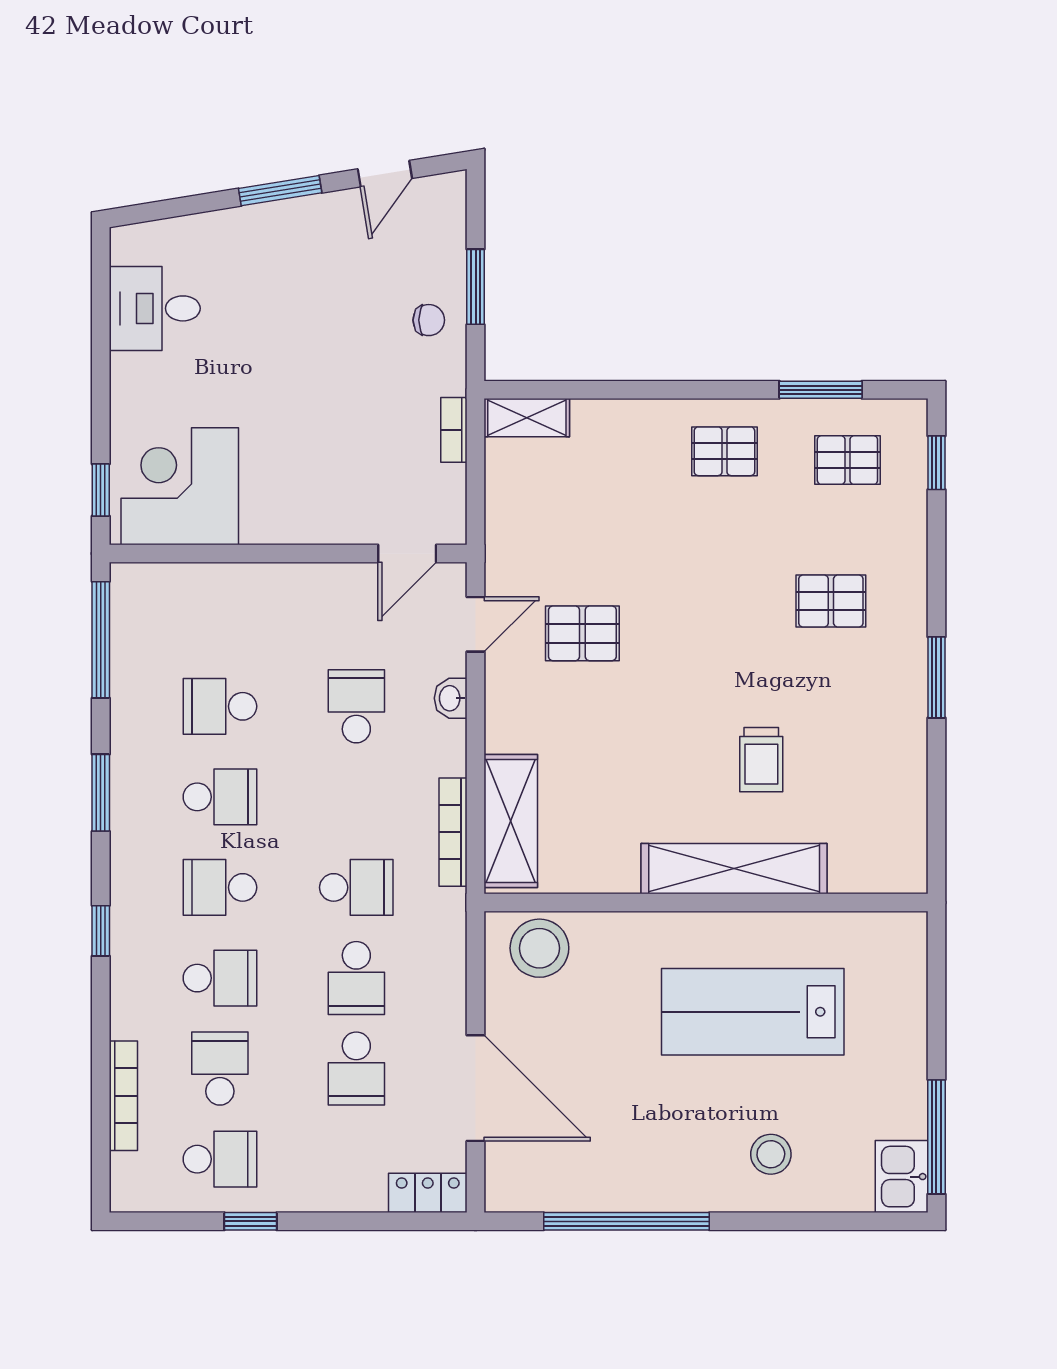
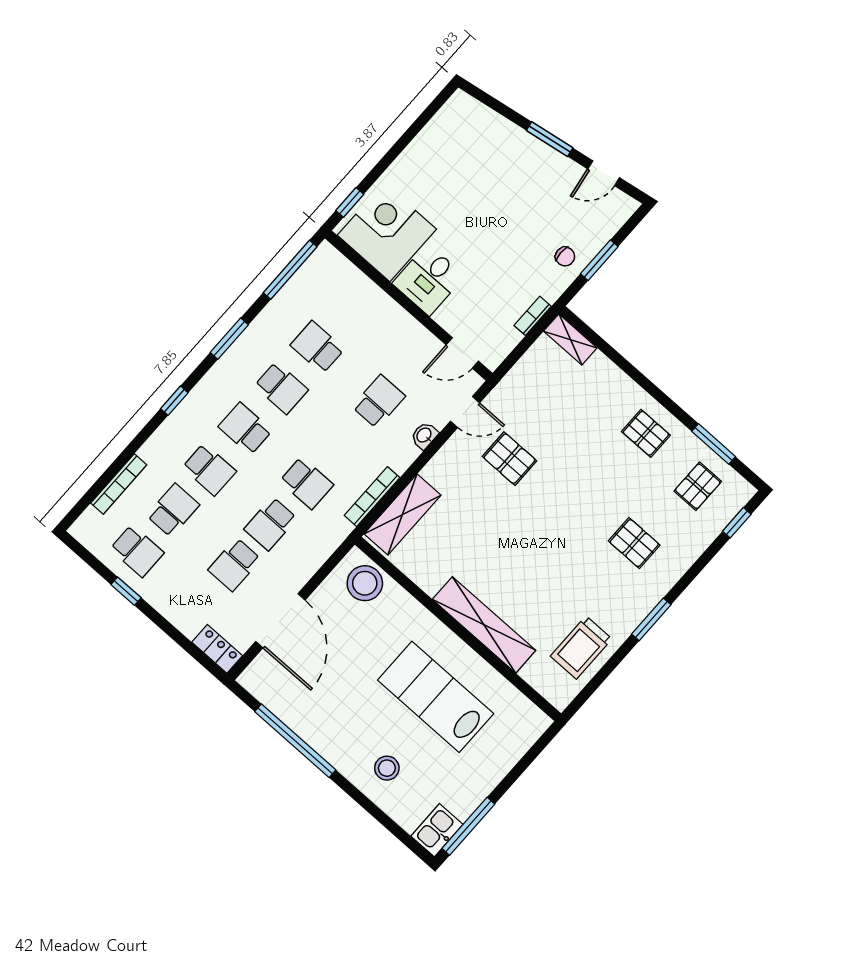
desk: (155, 308) -> (428, 280), moved, turned -90
pallet: (847, 460) -> (698, 486), turned 90
trolley: (761, 760) -> (581, 648), moved, width x1.36, depth x1.39

